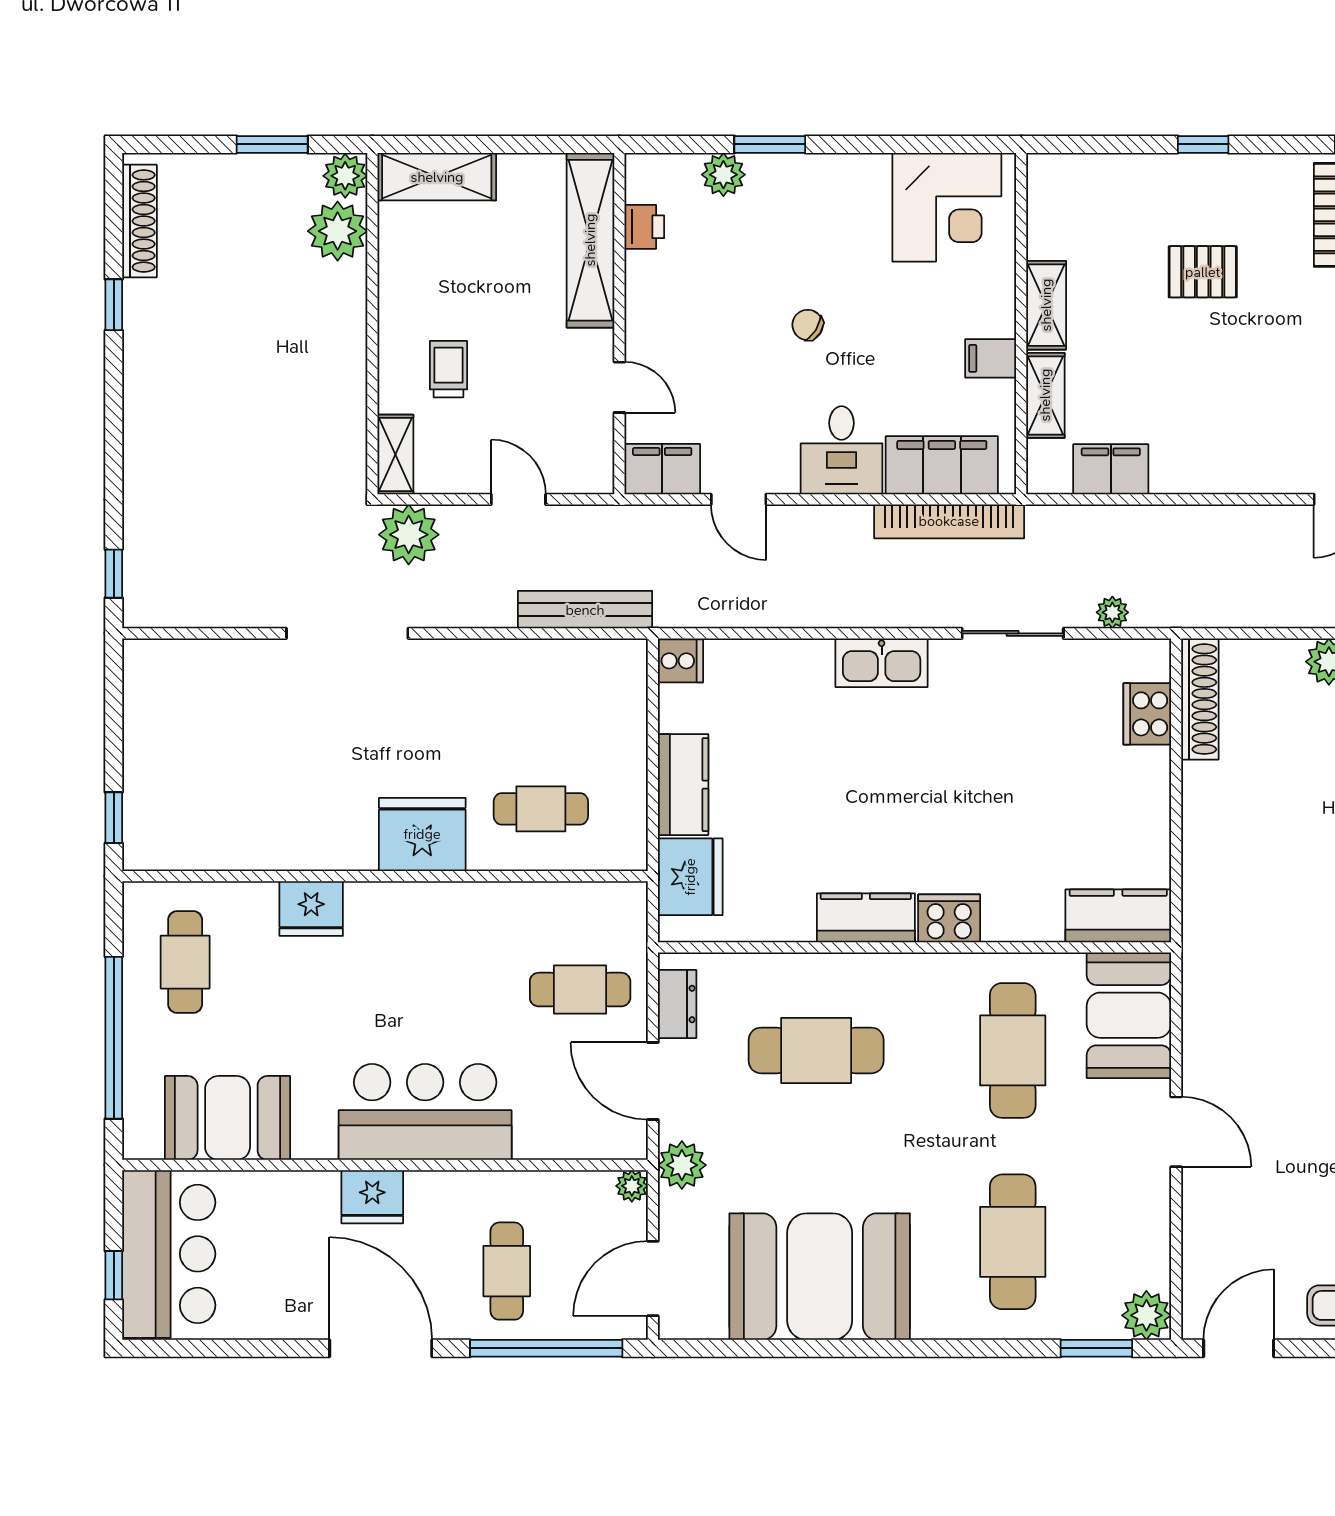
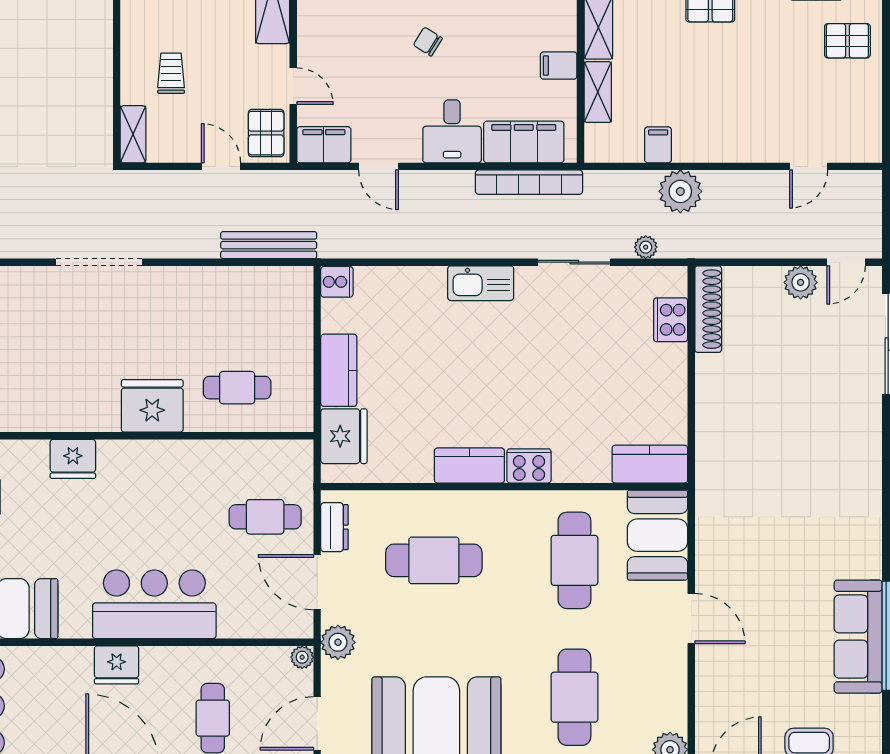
pallet: (581, 453) -> (266, 133), added
filing cabinet: (1111, 469) -> (658, 145), width x0.50
plant: (409, 535) -> (680, 191), moved

